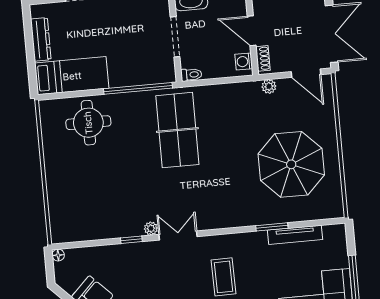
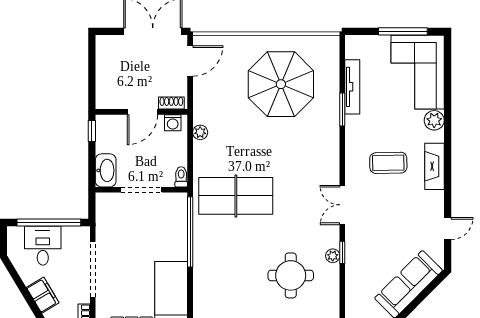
plant: (269, 86) -> (200, 132), moved
round table: (88, 123) -> (291, 275), moved
plant: (151, 228) -> (333, 256), moved

